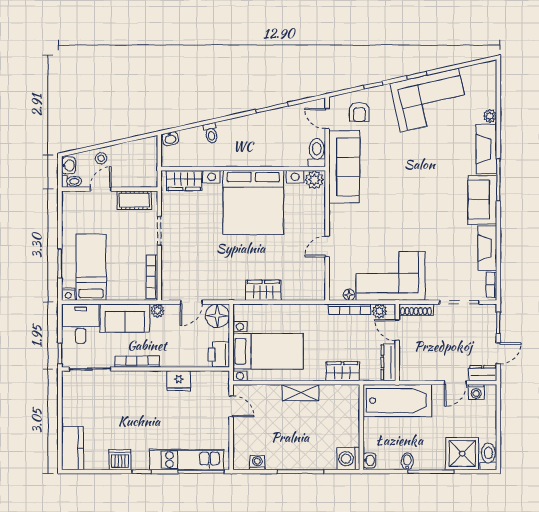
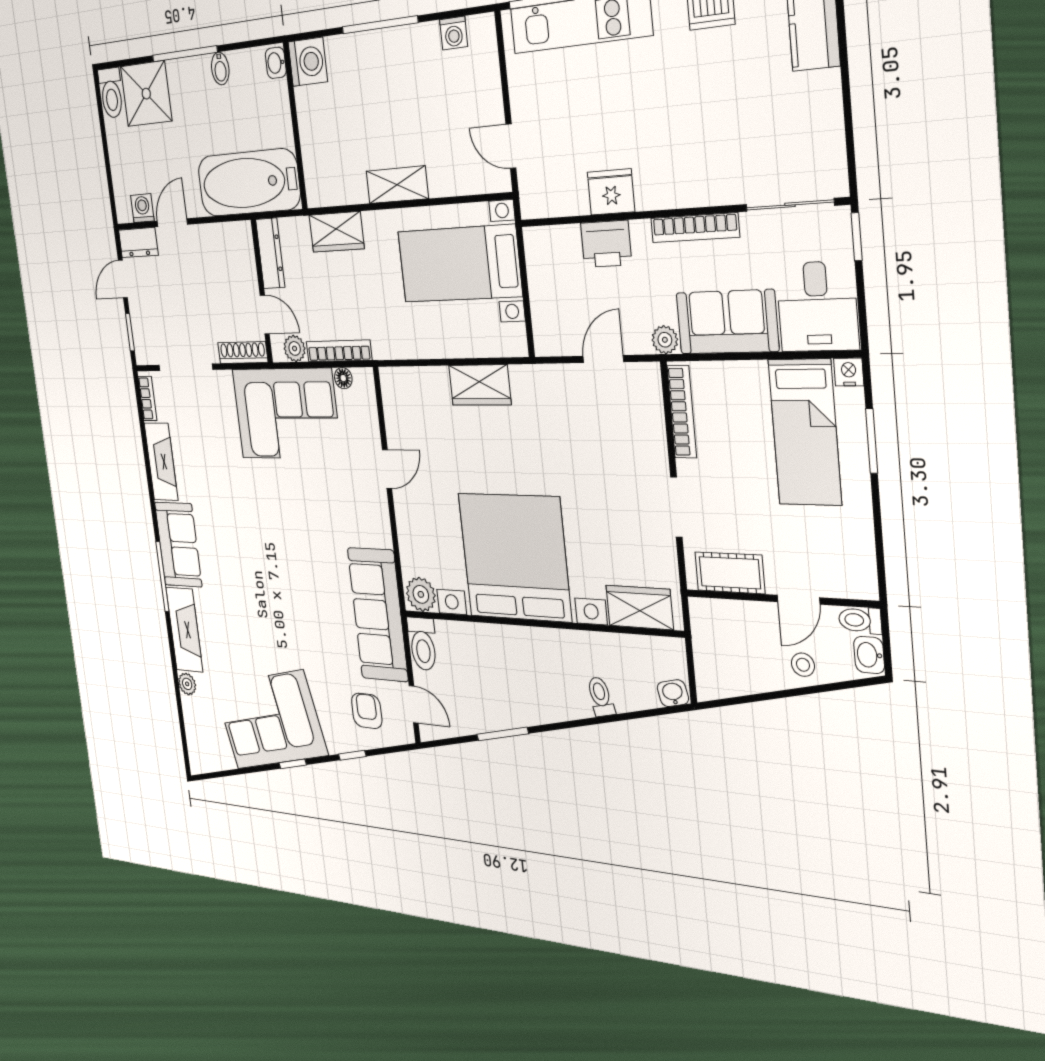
floor lamp: (217, 316) -> (554, 332), removed
printer: (219, 355) -> (606, 244), moved, turned 90

